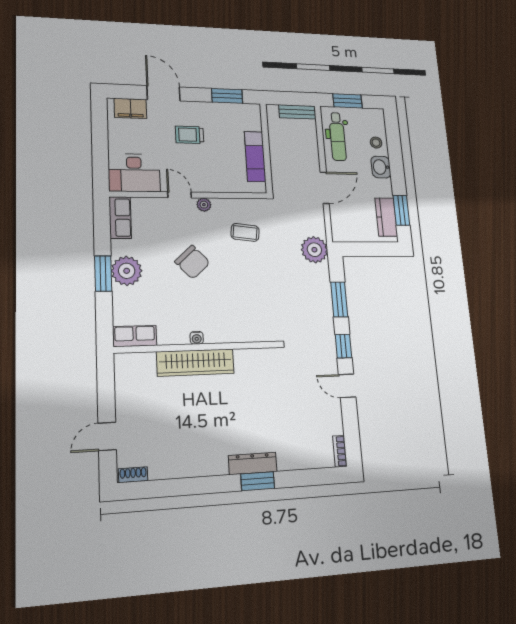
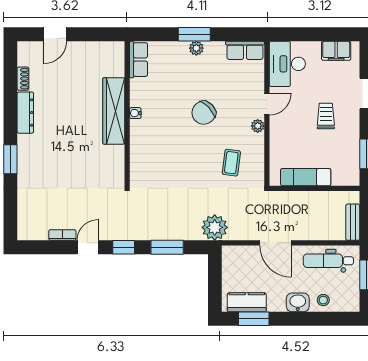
filing cabinet: (130, 108) -> (336, 51), moved, turned -90
plant: (127, 271) -> (196, 48), width x0.53, depth x0.53
door: (107, 436) -> (55, 34), swing flipped
bookcase: (340, 451) -> (62, 235), moved
dresser: (253, 463) -> (25, 113), moved
shoe rack: (133, 475) -> (23, 79), moved

